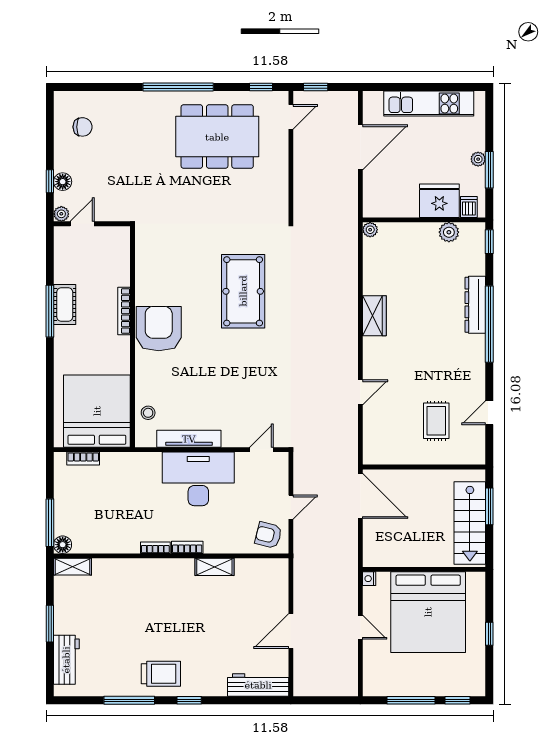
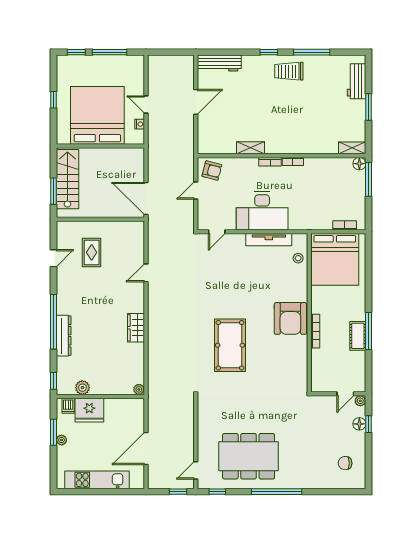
nightstand: (369, 579) -> (140, 124), moved

